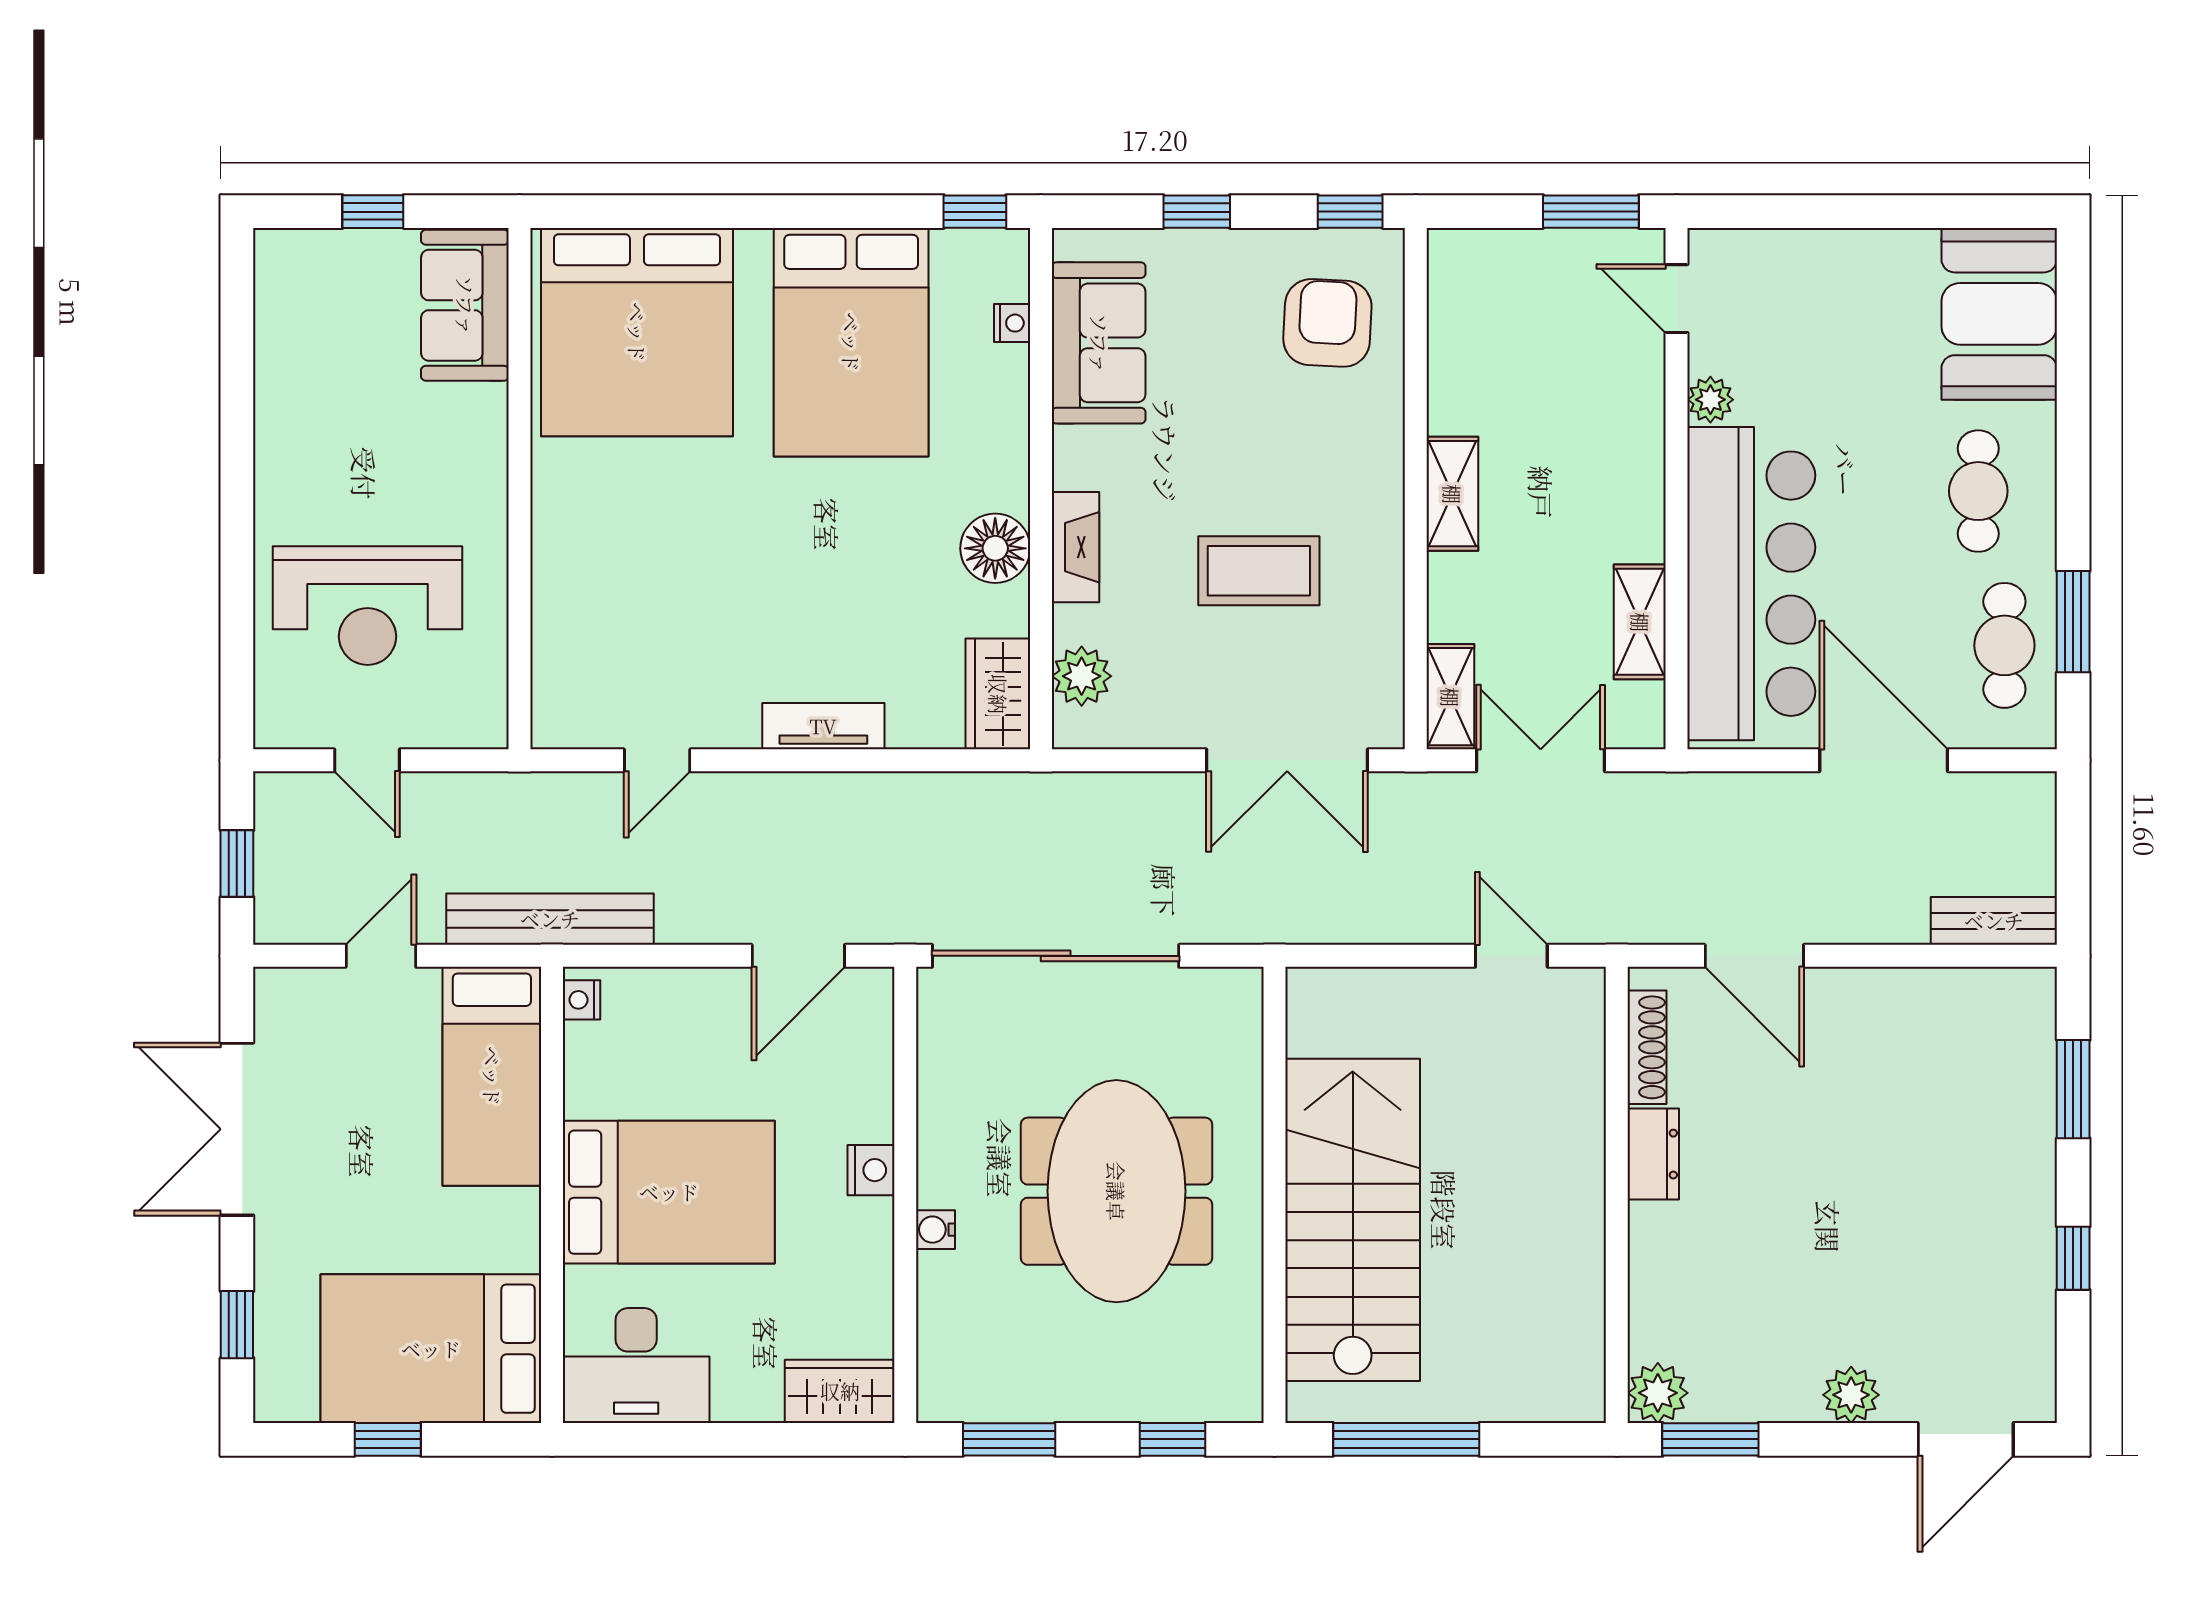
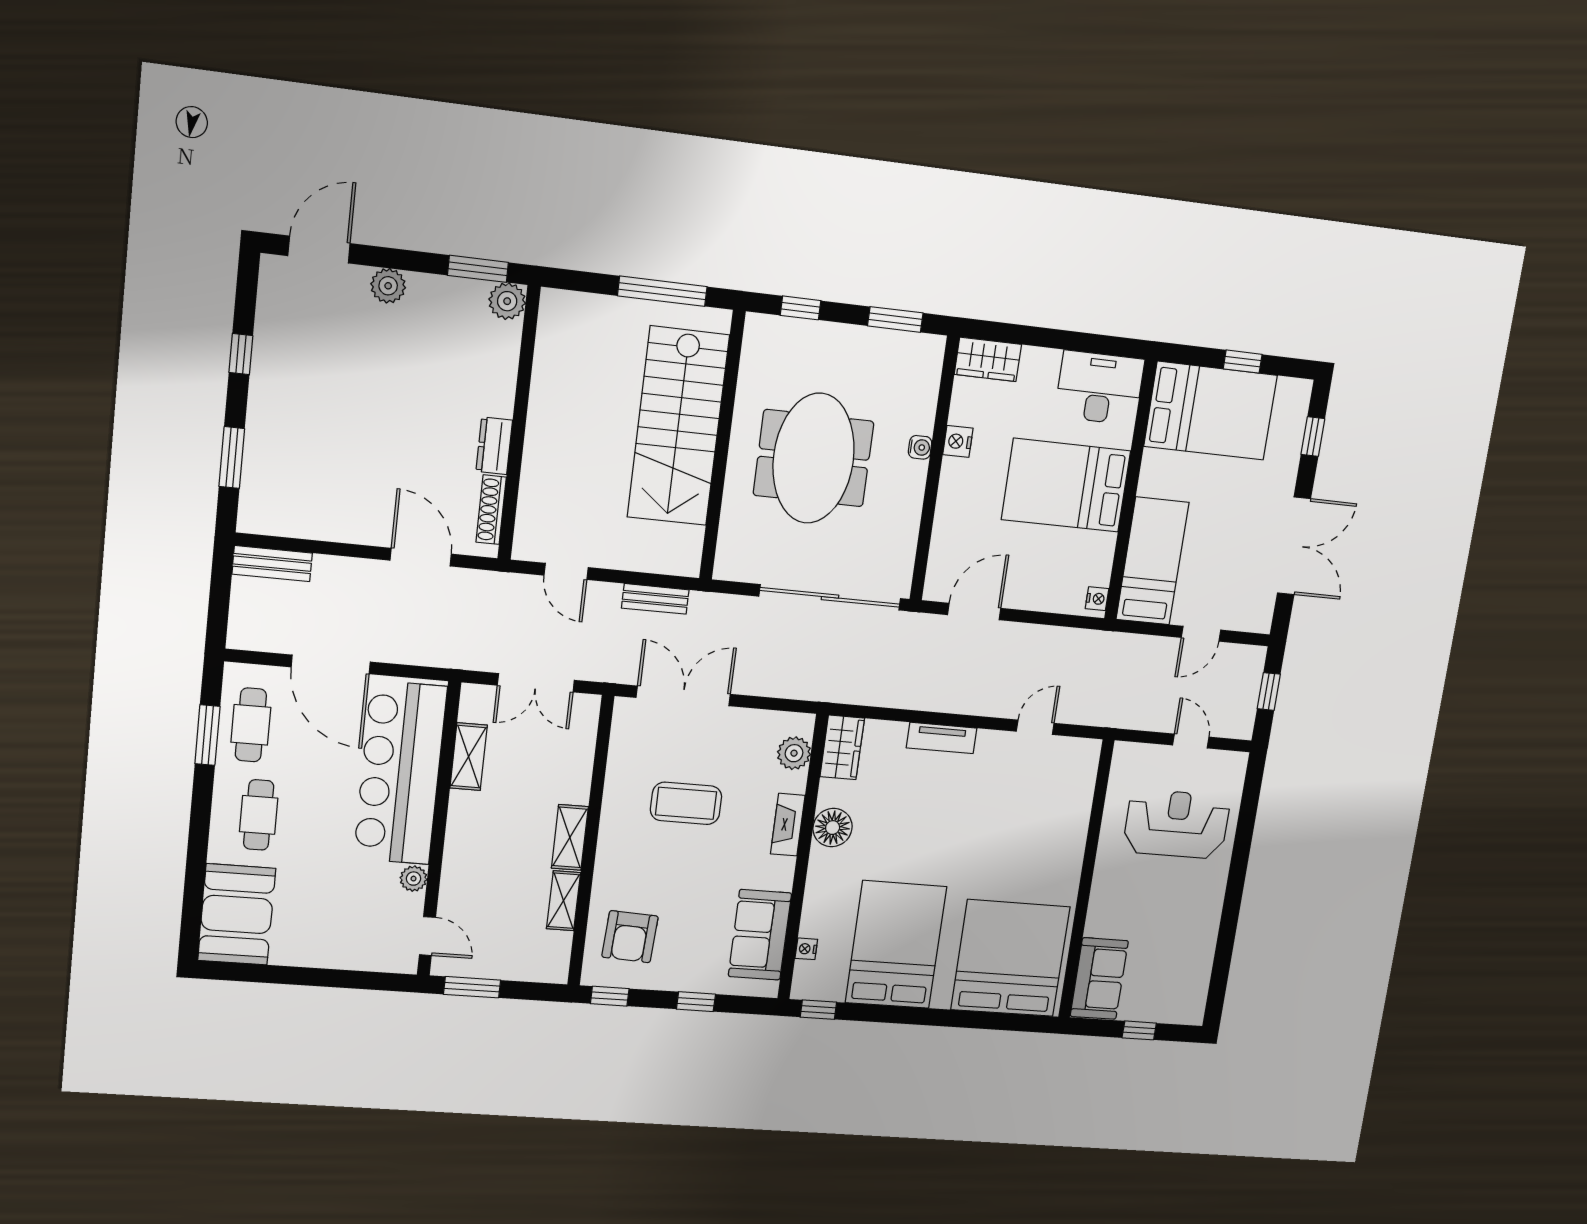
shelving: (1450, 697) -> (564, 901), moved
bench: (550, 919) -> (655, 599), moved, width x0.54, depth x0.82
nightstand: (871, 1170) -> (958, 441), moved

